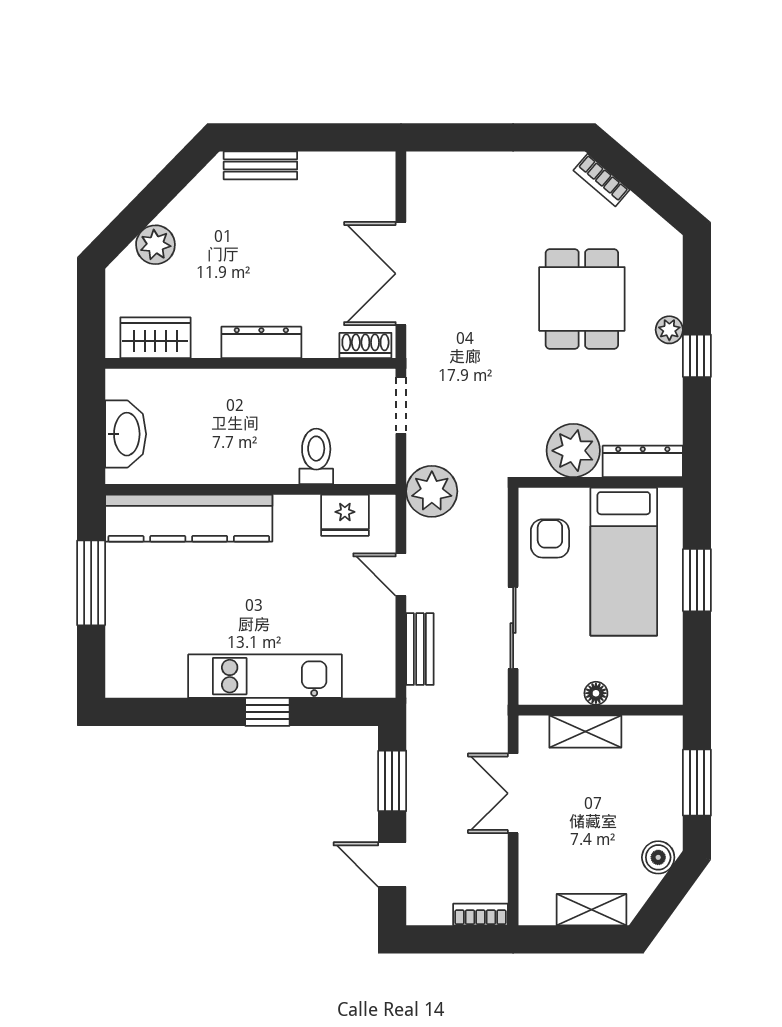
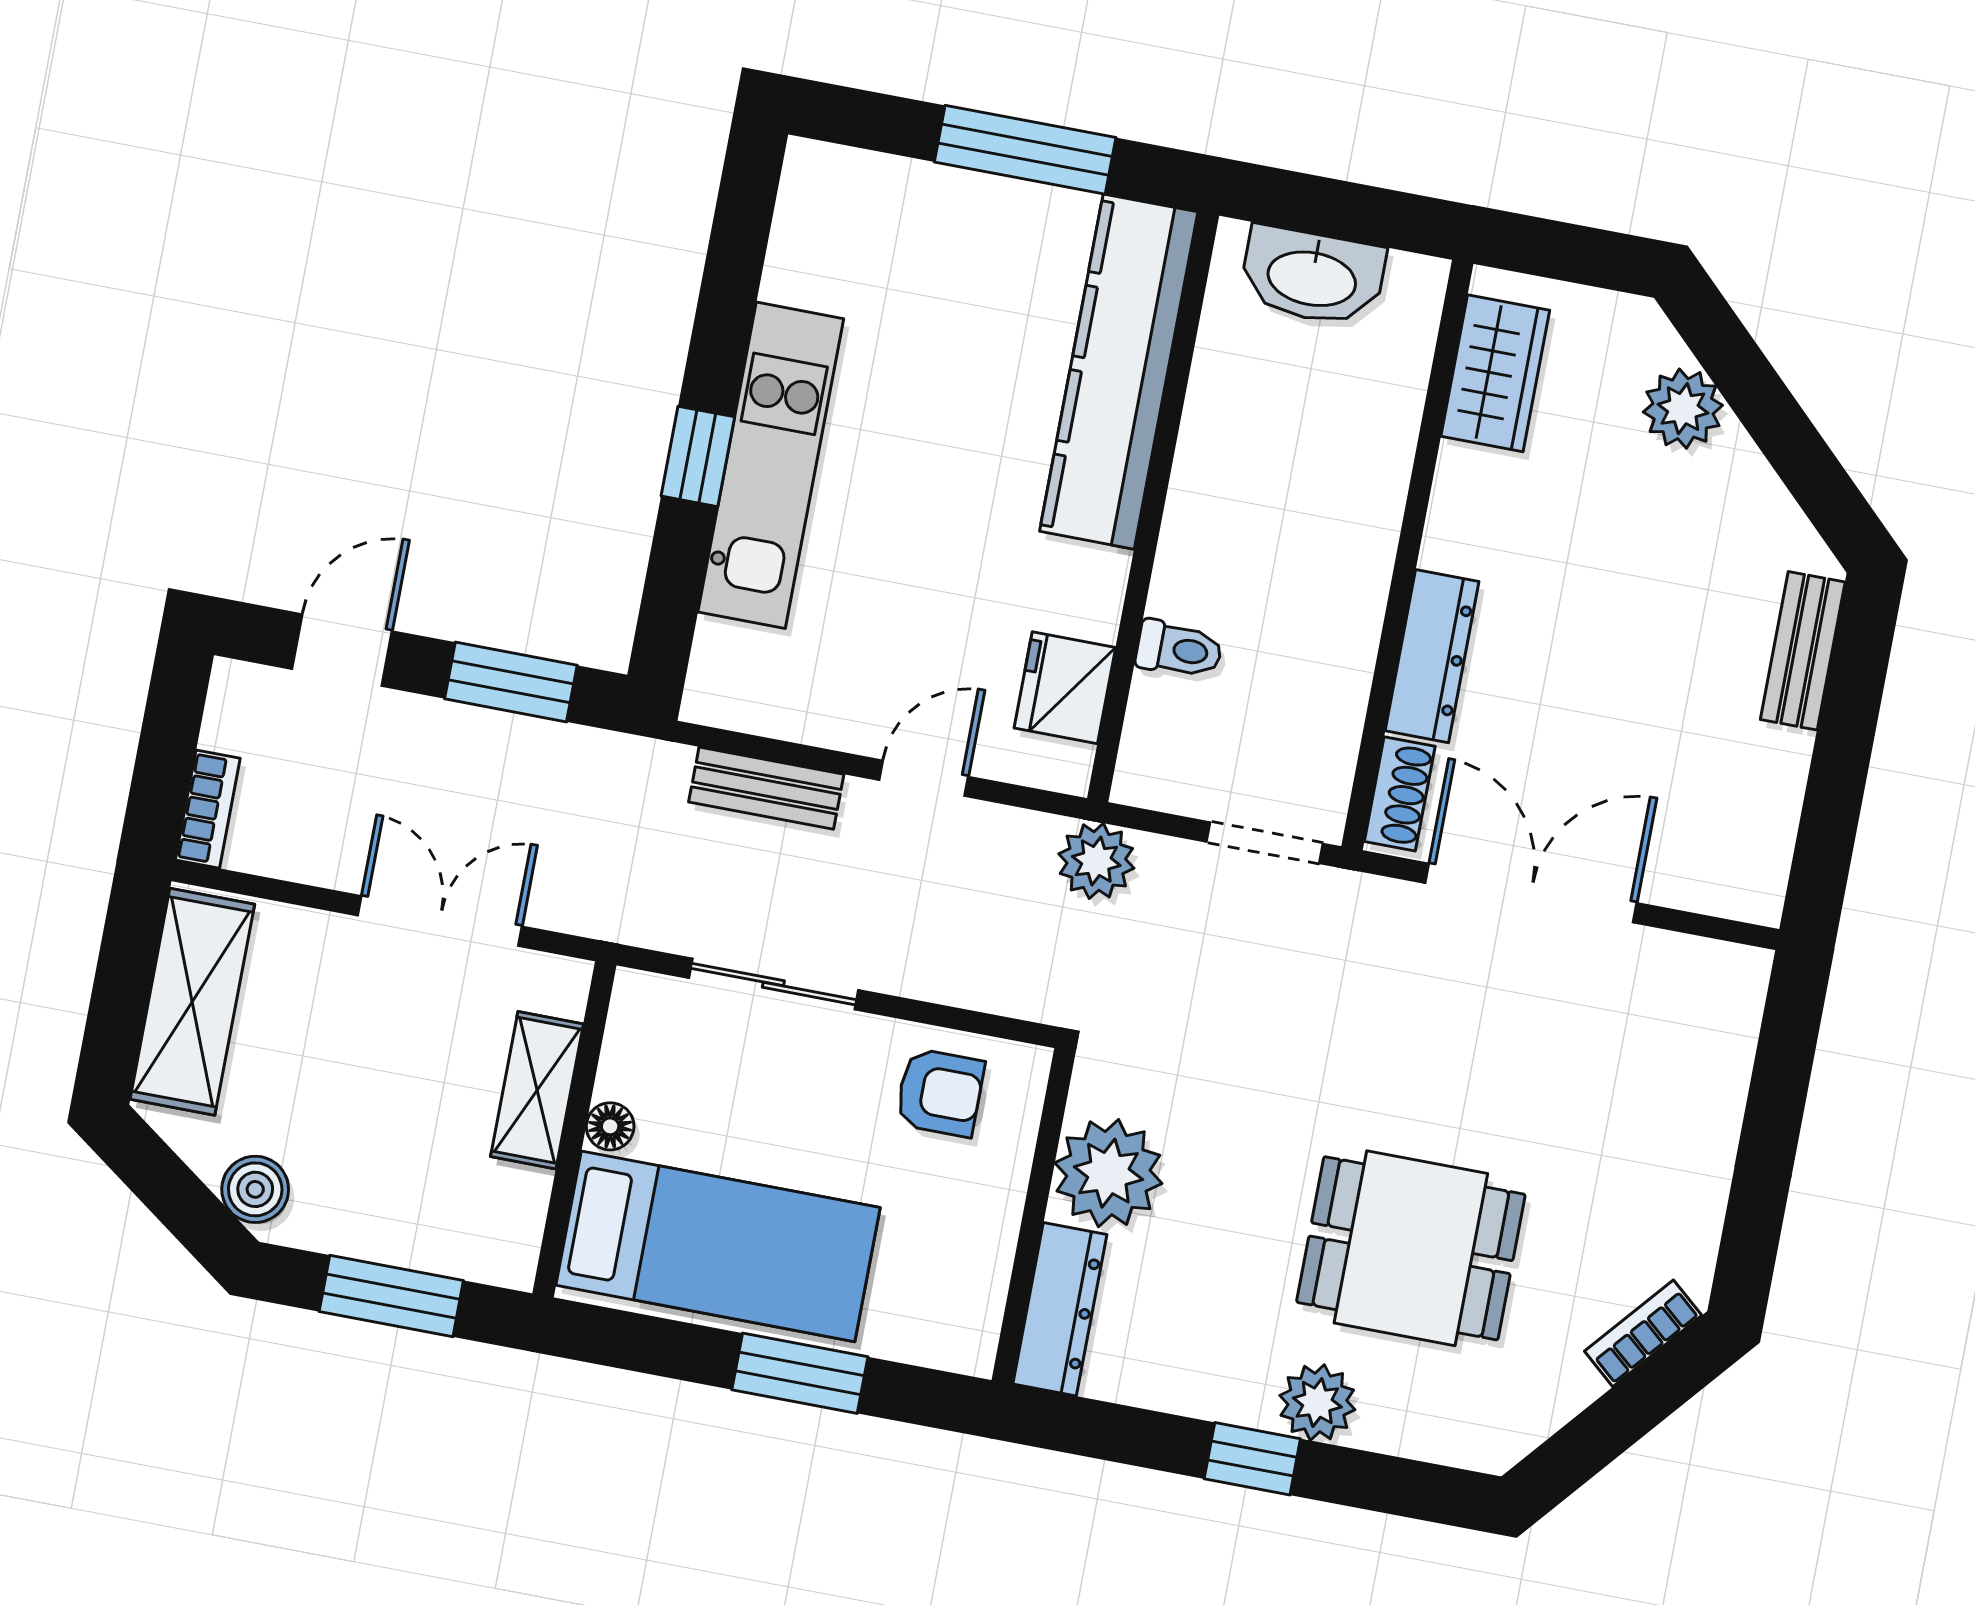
plant: (669, 330) -> (1317, 1403), width x1.38, depth x1.38
dresser: (261, 342) -> (1432, 656), moved
toilet: (316, 456) -> (1179, 649), width x0.73, depth x0.72
plant: (432, 491) -> (1096, 861), width x0.73, depth x0.73
bed: (624, 562) -> (718, 1246), moved, turned 180
shelving: (592, 910) -> (192, 1002), width x1.50, depth x1.33

